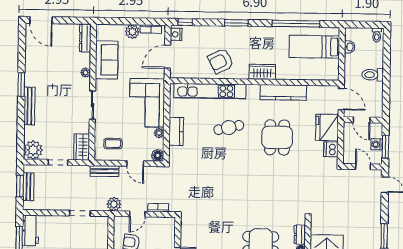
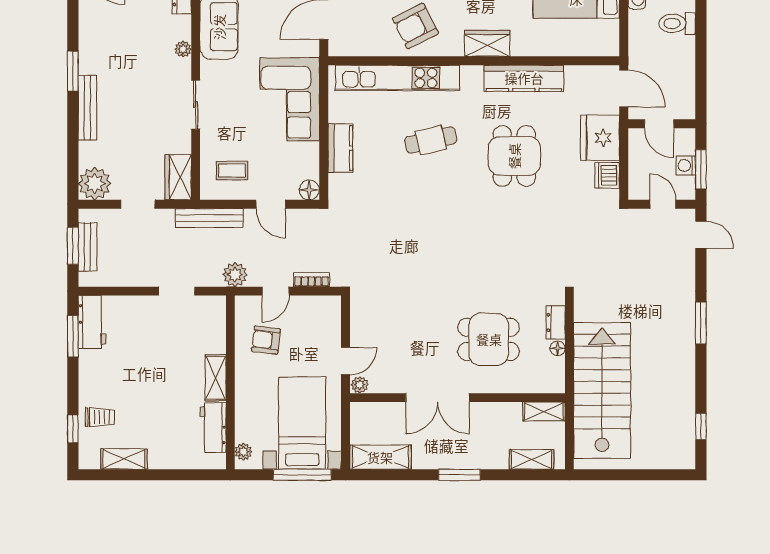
toilet: (373, 75) -> (677, 23), moved
plant: (159, 133) -> (311, 151), removed
bench: (105, 171) -> (209, 218), width x1.36

